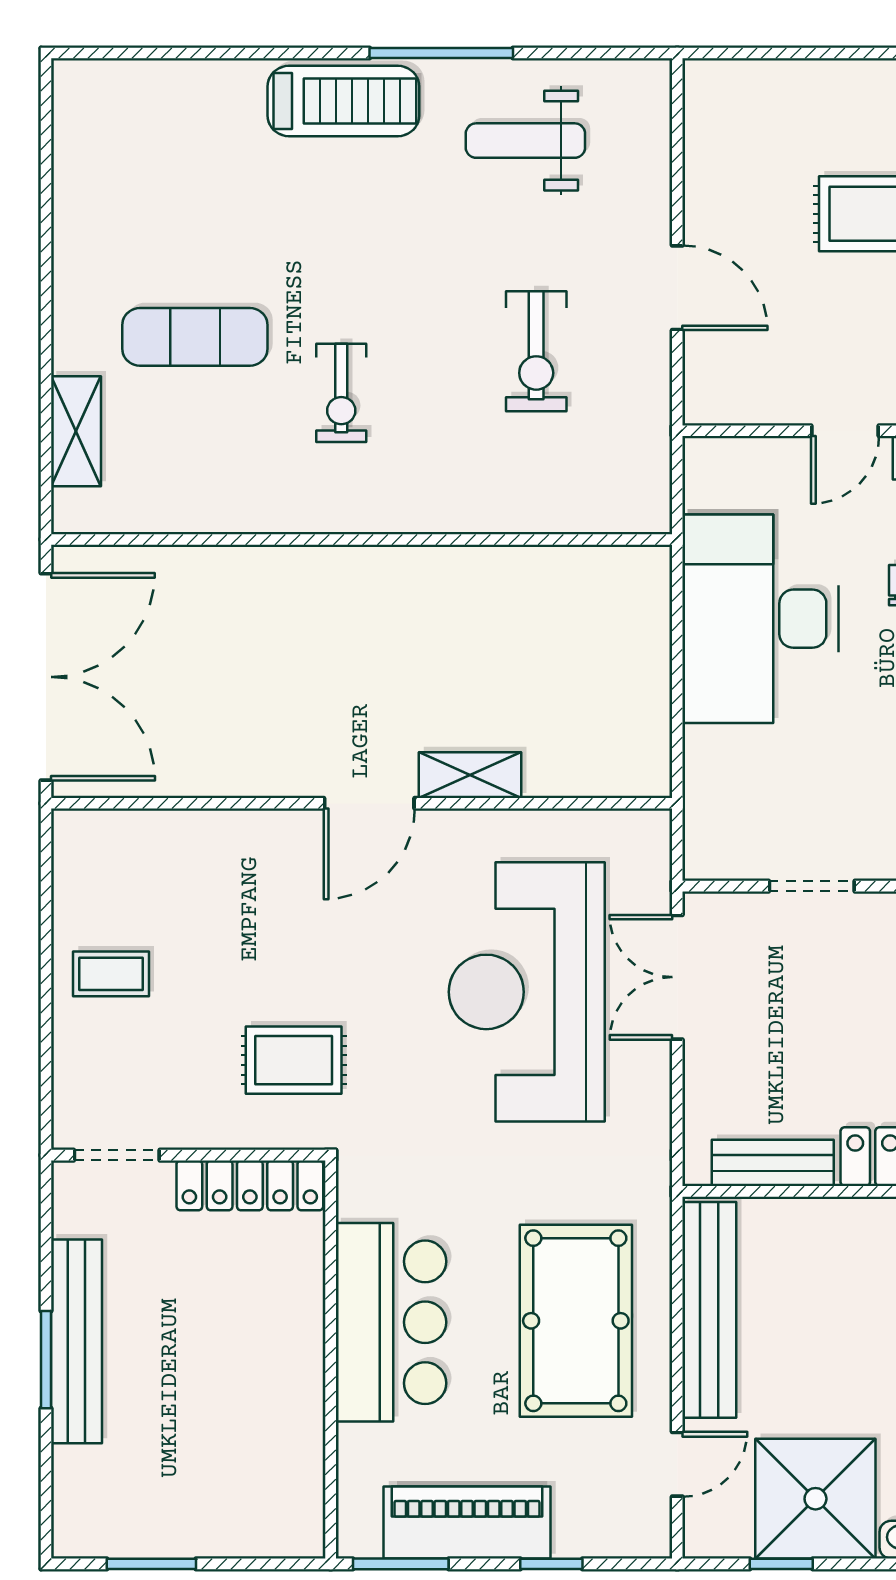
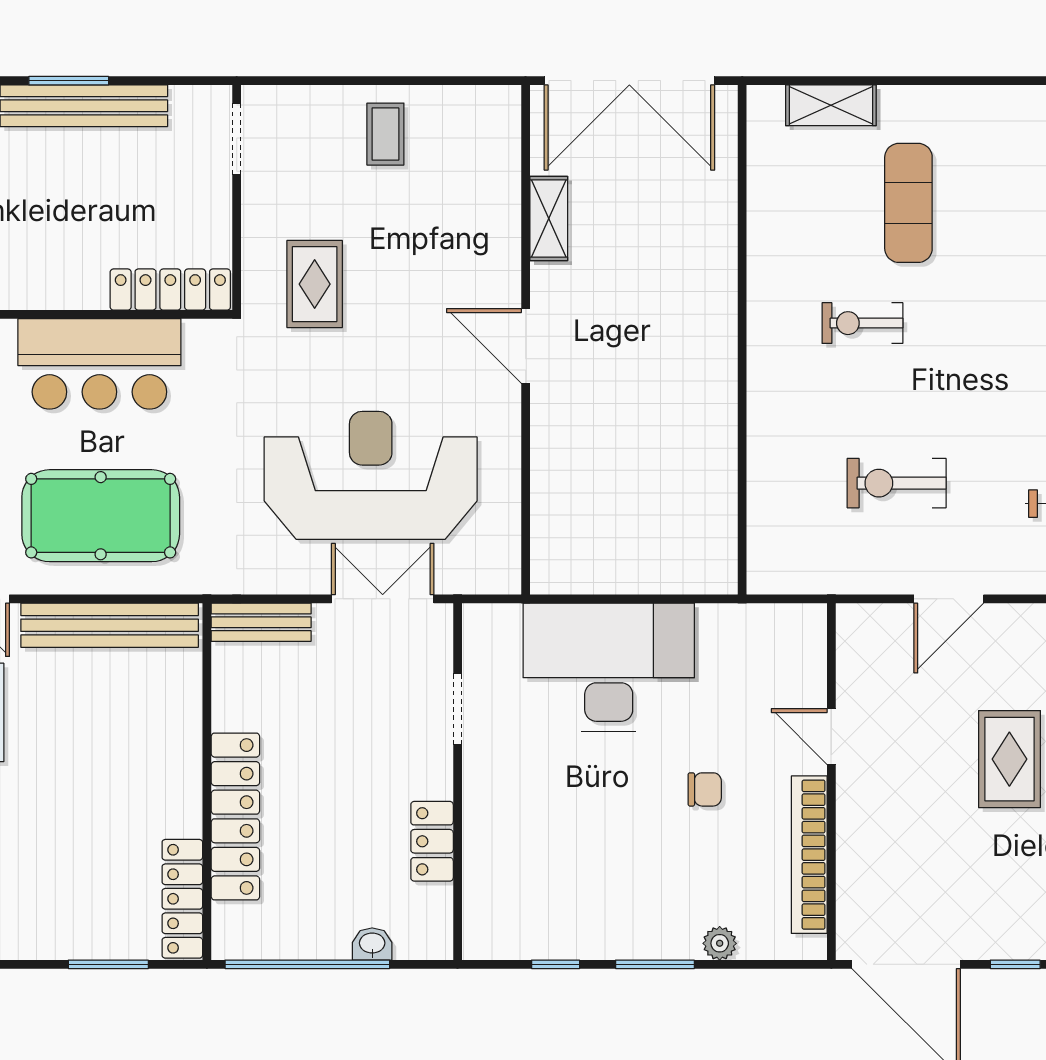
desk: (761, 619) -> (609, 667), moved
shelving: (470, 775) -> (549, 218), moved
bench: (773, 1163) -> (261, 622), moved, turned 90
locker: (250, 1185) -> (170, 290), moved, turned 90

